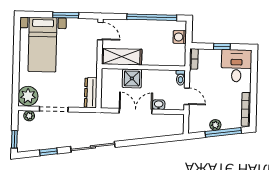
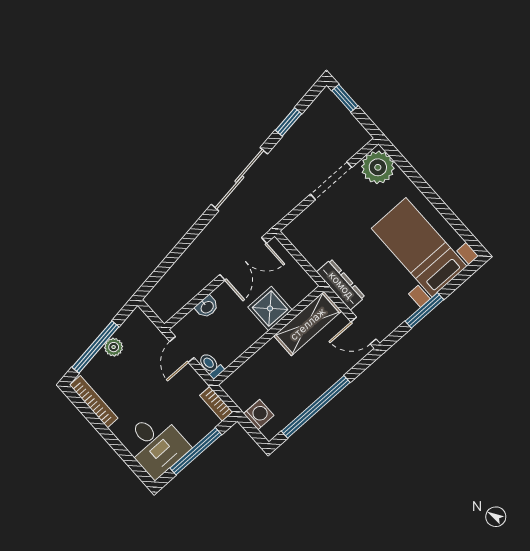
window: (222, 46) -> (196, 451), width x2.17
dresser: (91, 93) -> (341, 285), moved
door: (187, 96) -> (182, 349), hinge flipped
double door: (136, 111) -> (243, 259), moved
plant: (29, 116) -> (354, 144), removed

